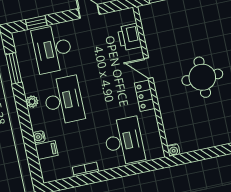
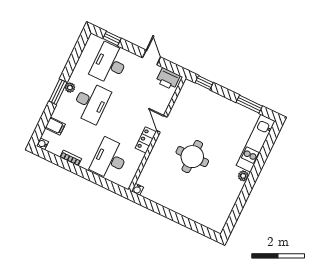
printer: (129, 37) -> (168, 79), moved, turned -90
window: (14, 68) -> (58, 92), moved
water cooler: (39, 137) -> (42, 144), moved
desk: (124, 141) -> (110, 159), turned 180

